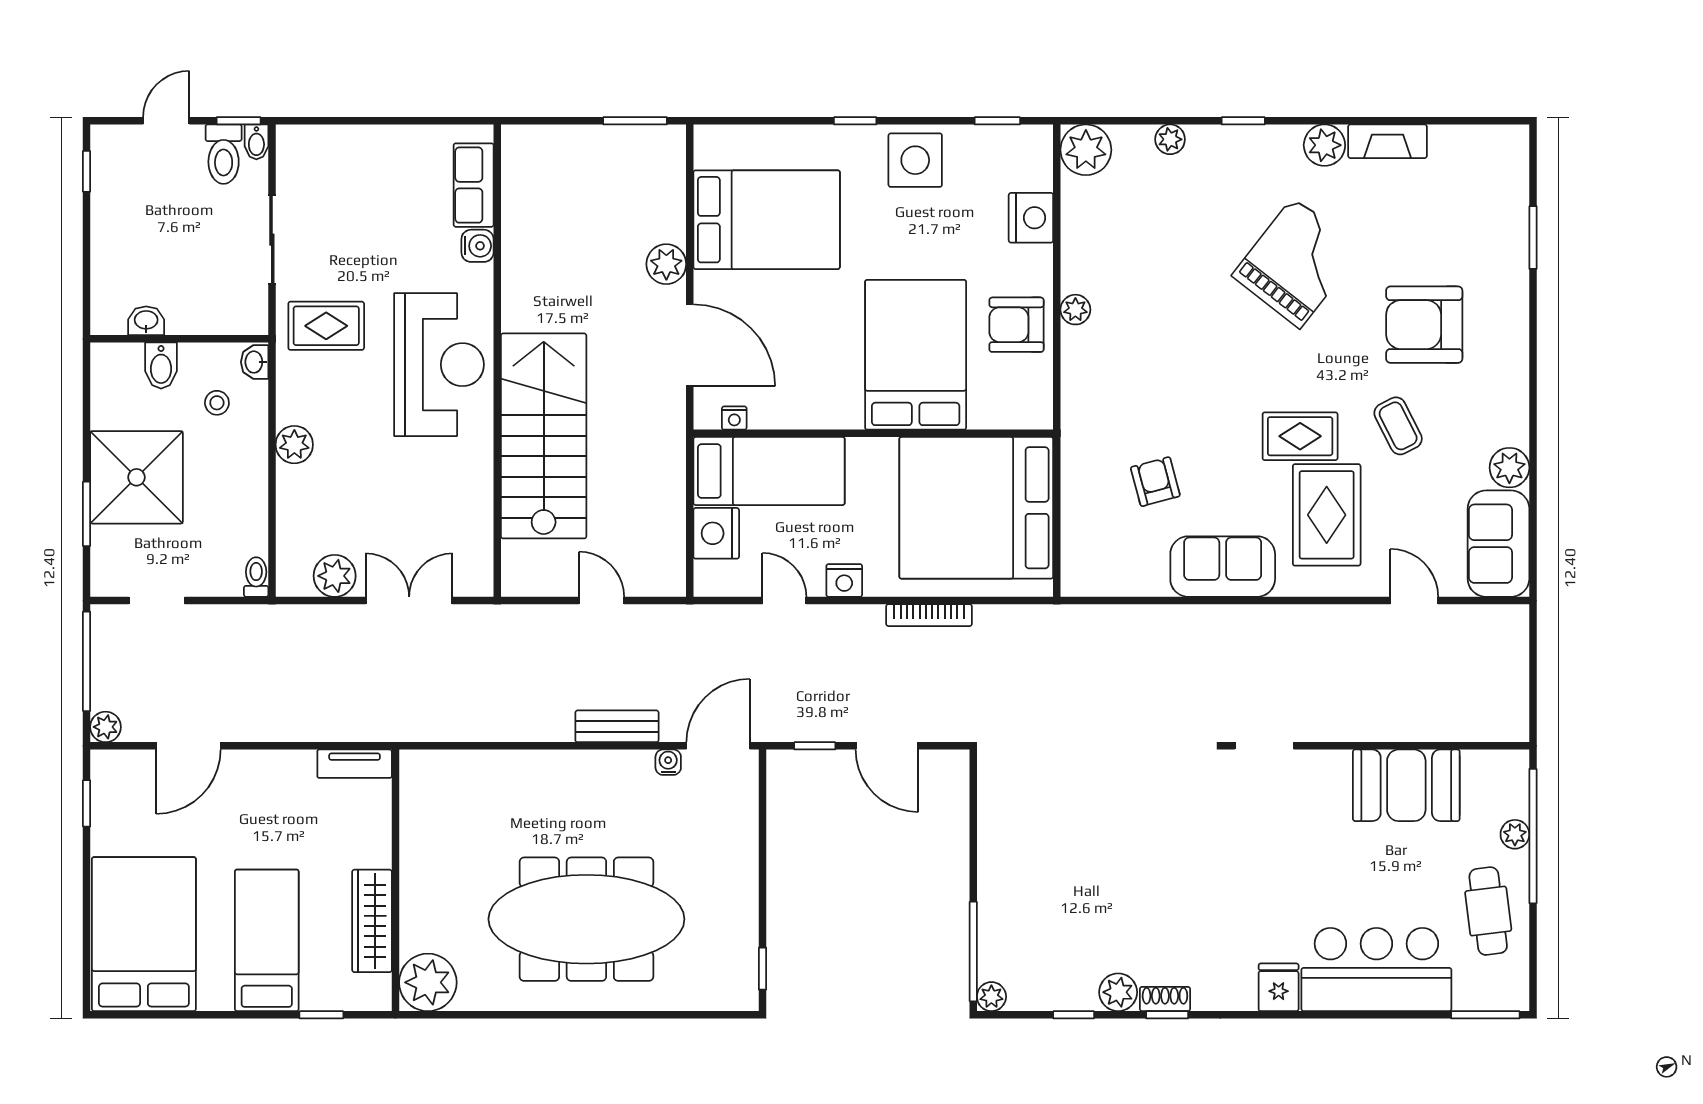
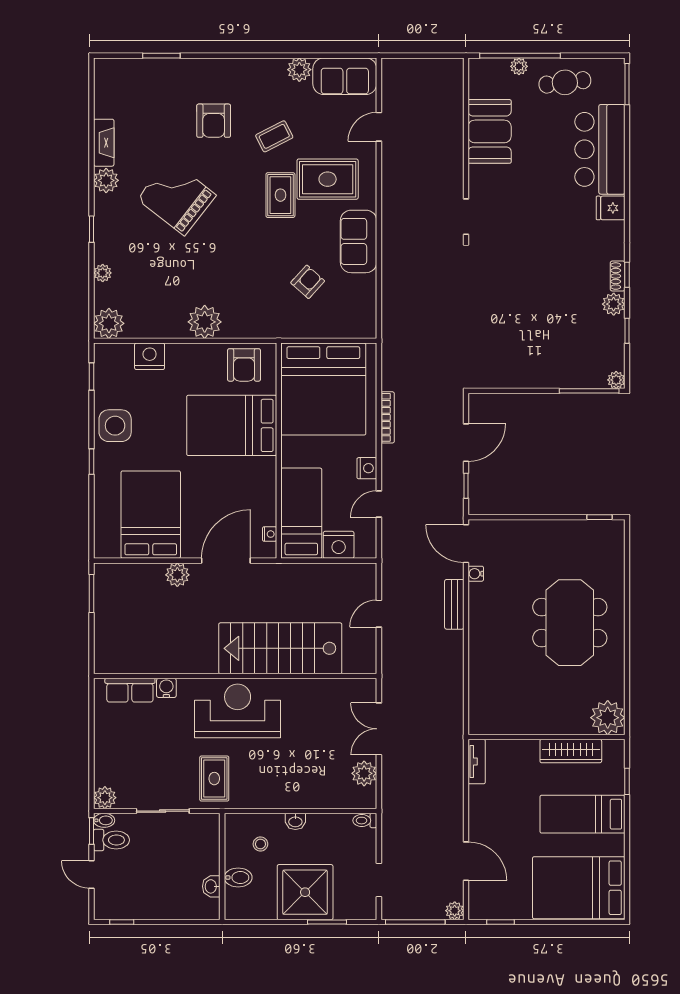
plant: (1075, 310) -> (205, 322), width x1.87, depth x1.87
armchair: (1016, 325) -> (244, 365), moved
armchair: (1424, 325) -> (214, 121), width x0.73, depth x0.73
washbasin: (255, 362) -> (295, 821), moved
plant: (294, 445) -> (105, 798), moved
armchair: (1155, 482) -> (308, 282), turned 147
meeting table: (586, 919) -> (570, 623), width x0.73

